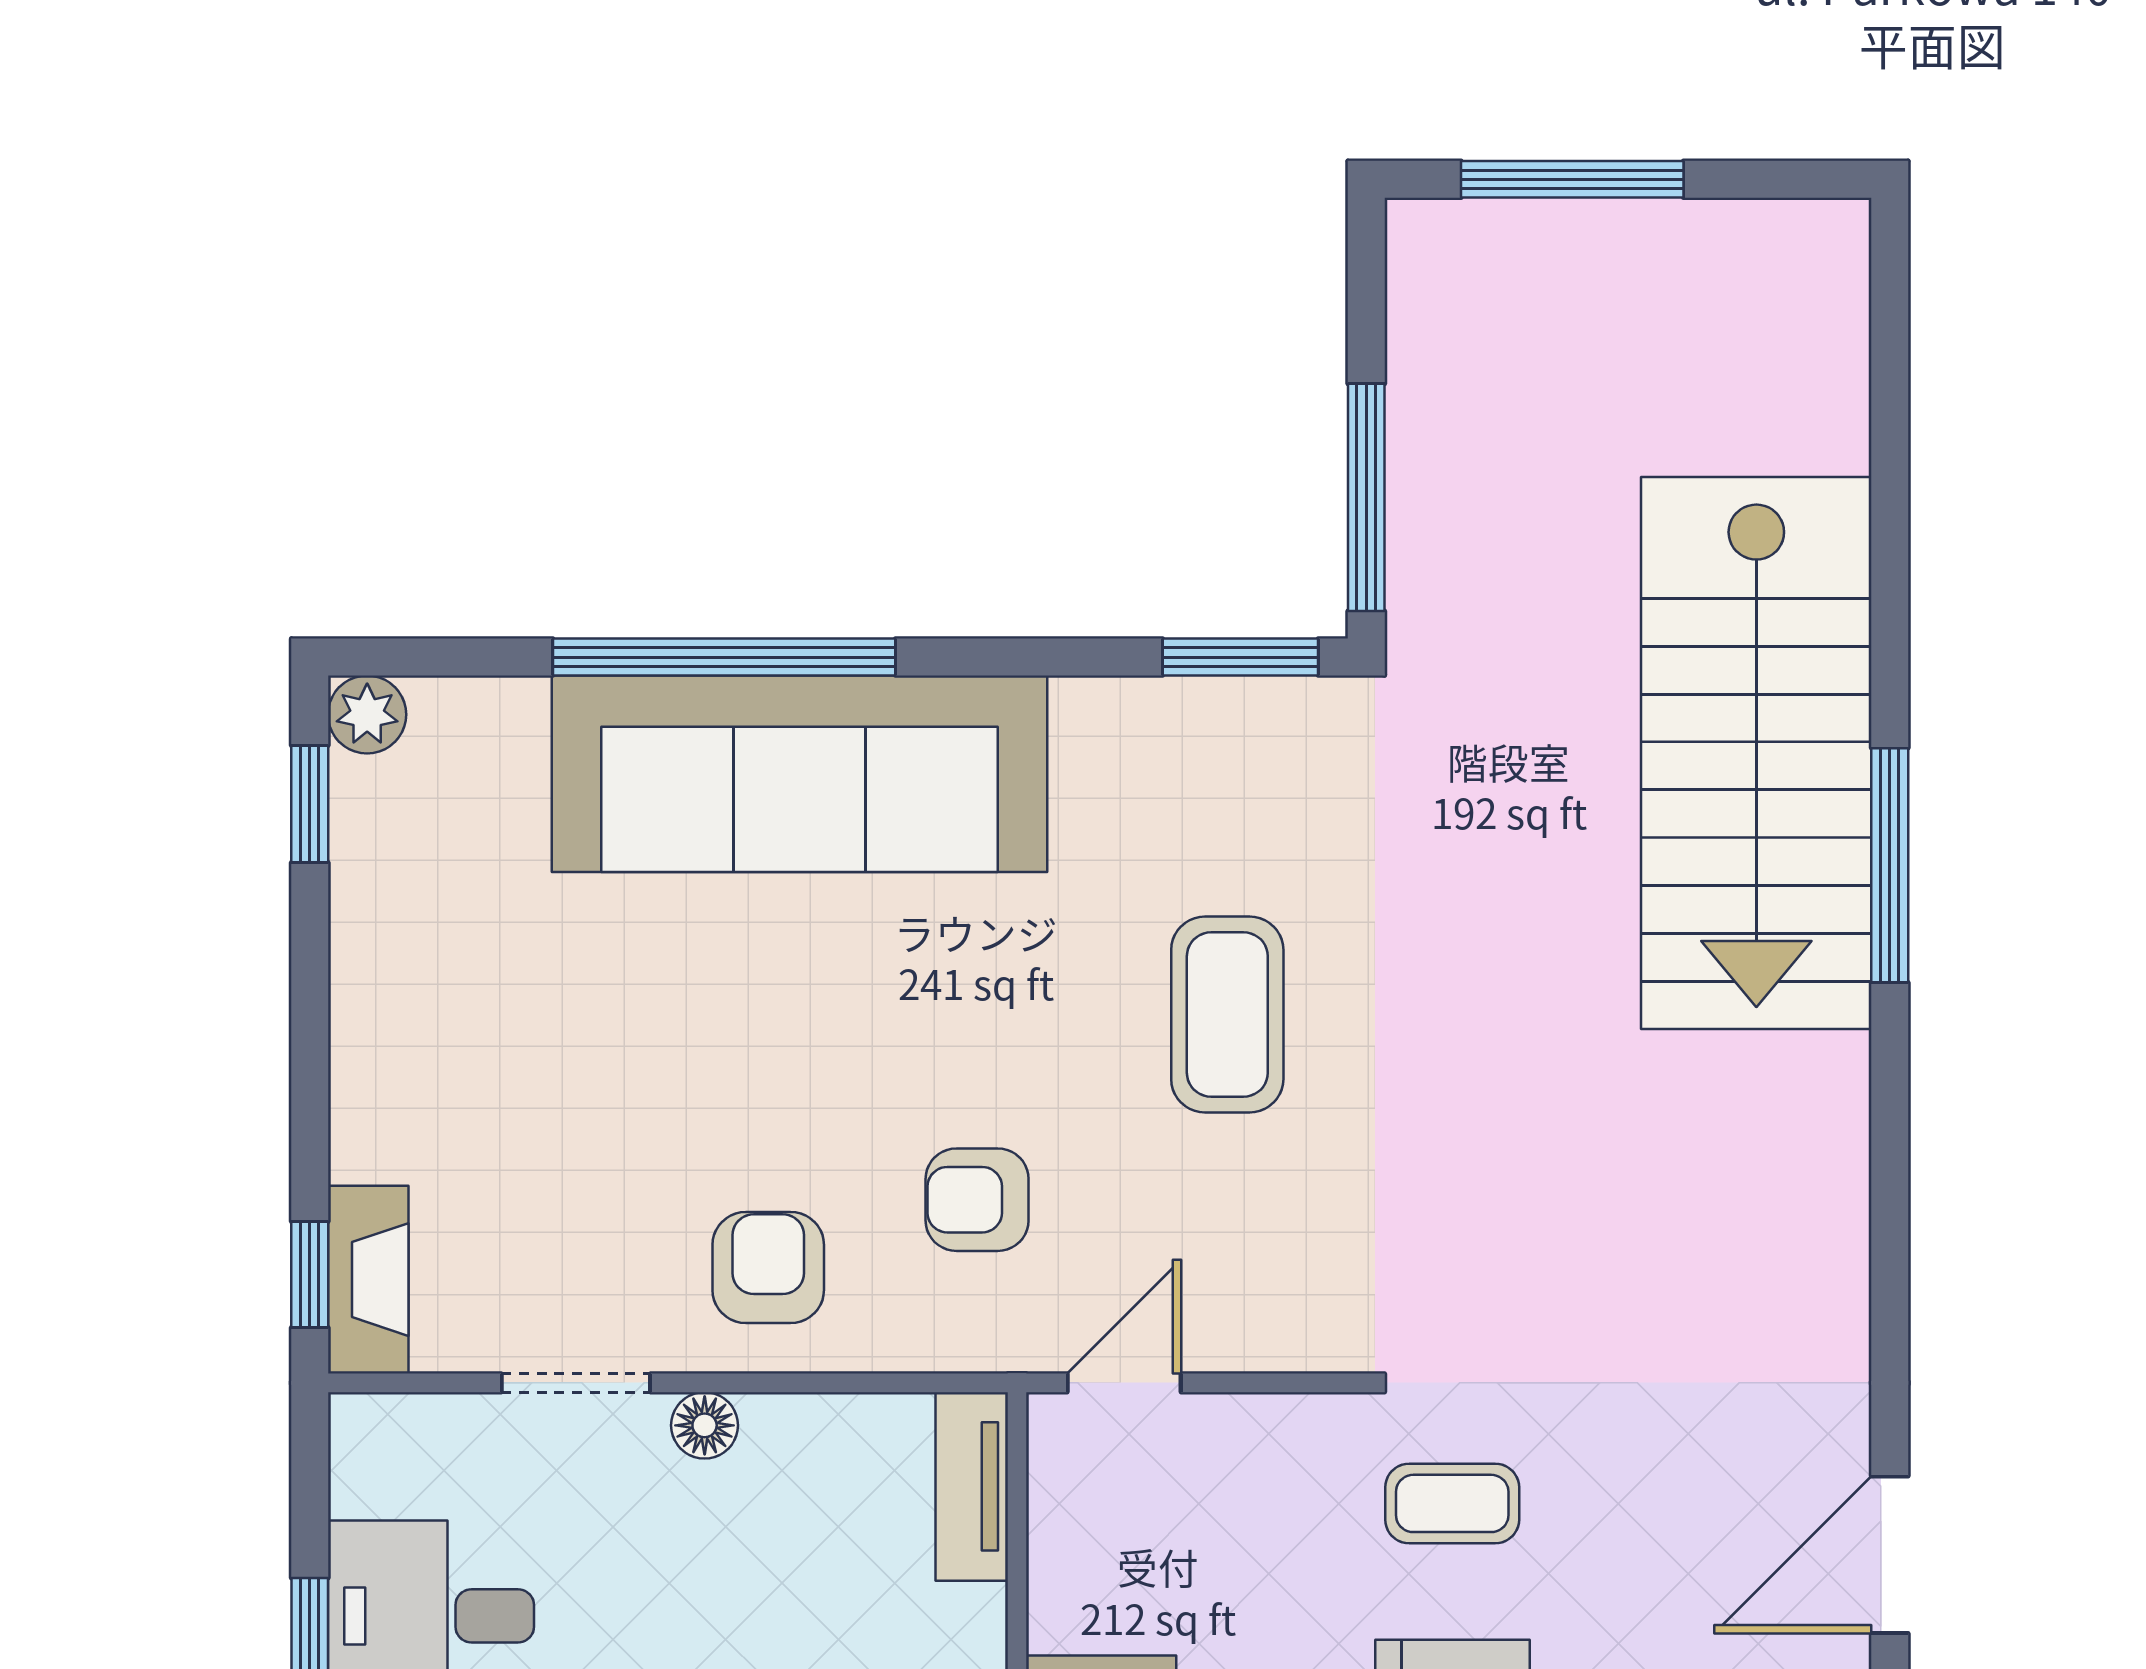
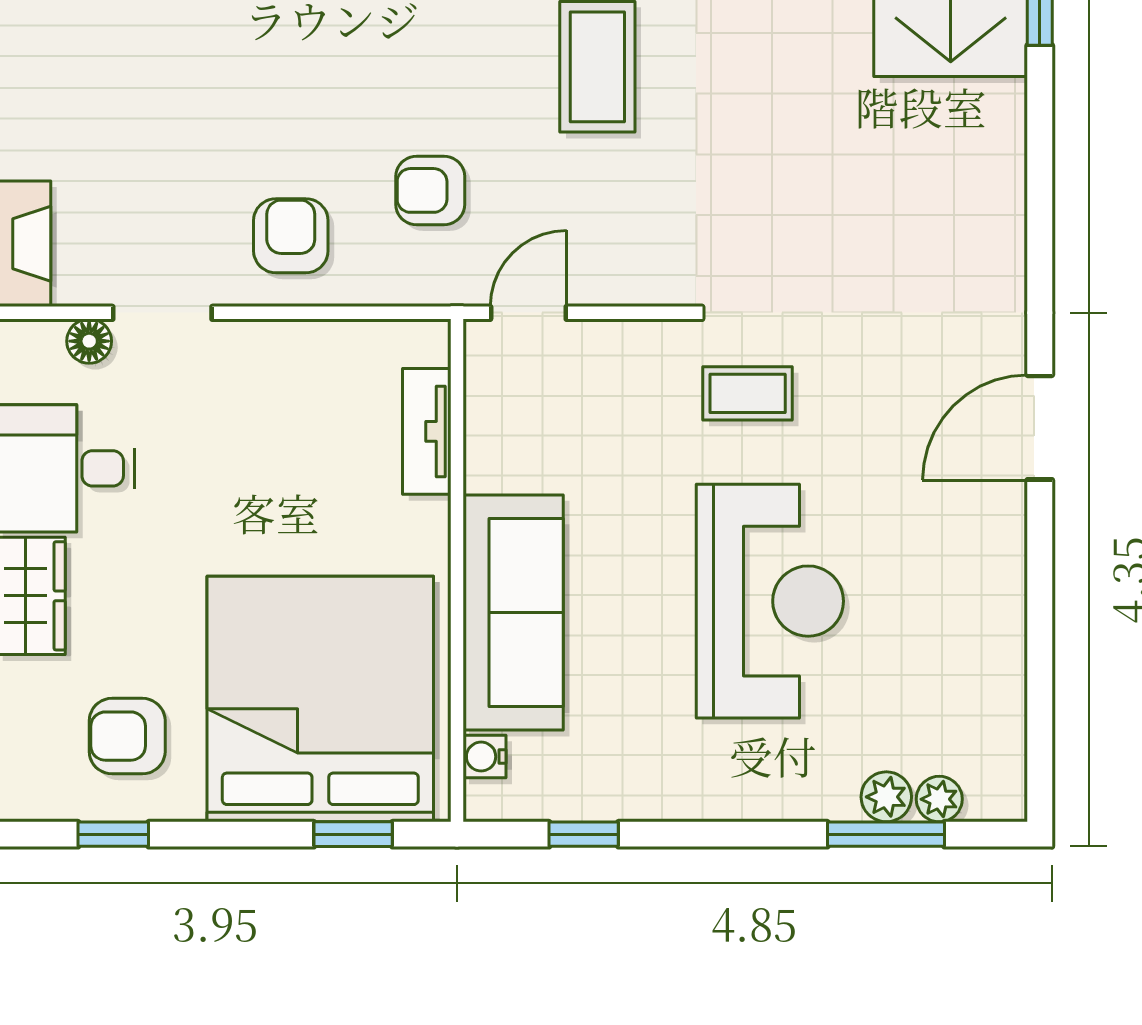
floor lamp: (705, 1425) -> (89, 341), moved
tv unit: (972, 1486) -> (427, 431), moved

